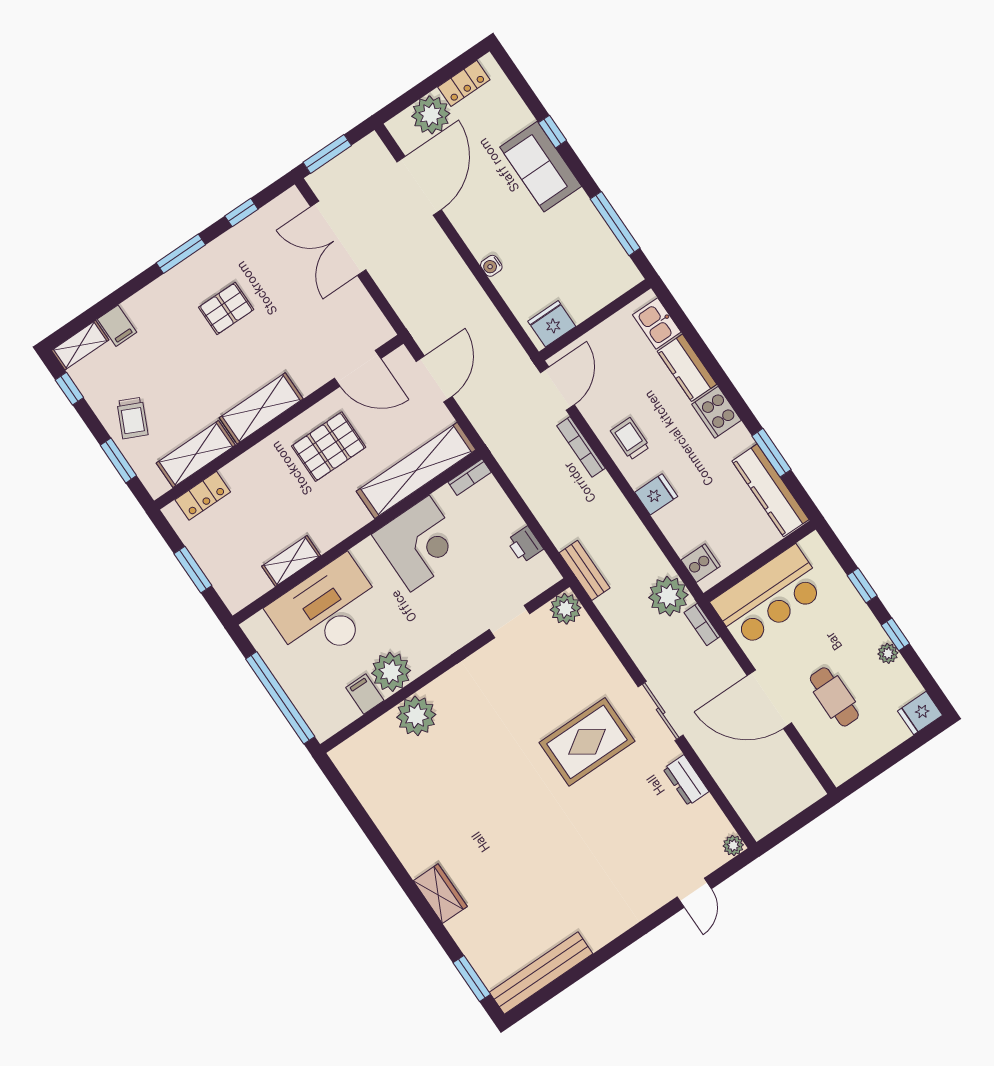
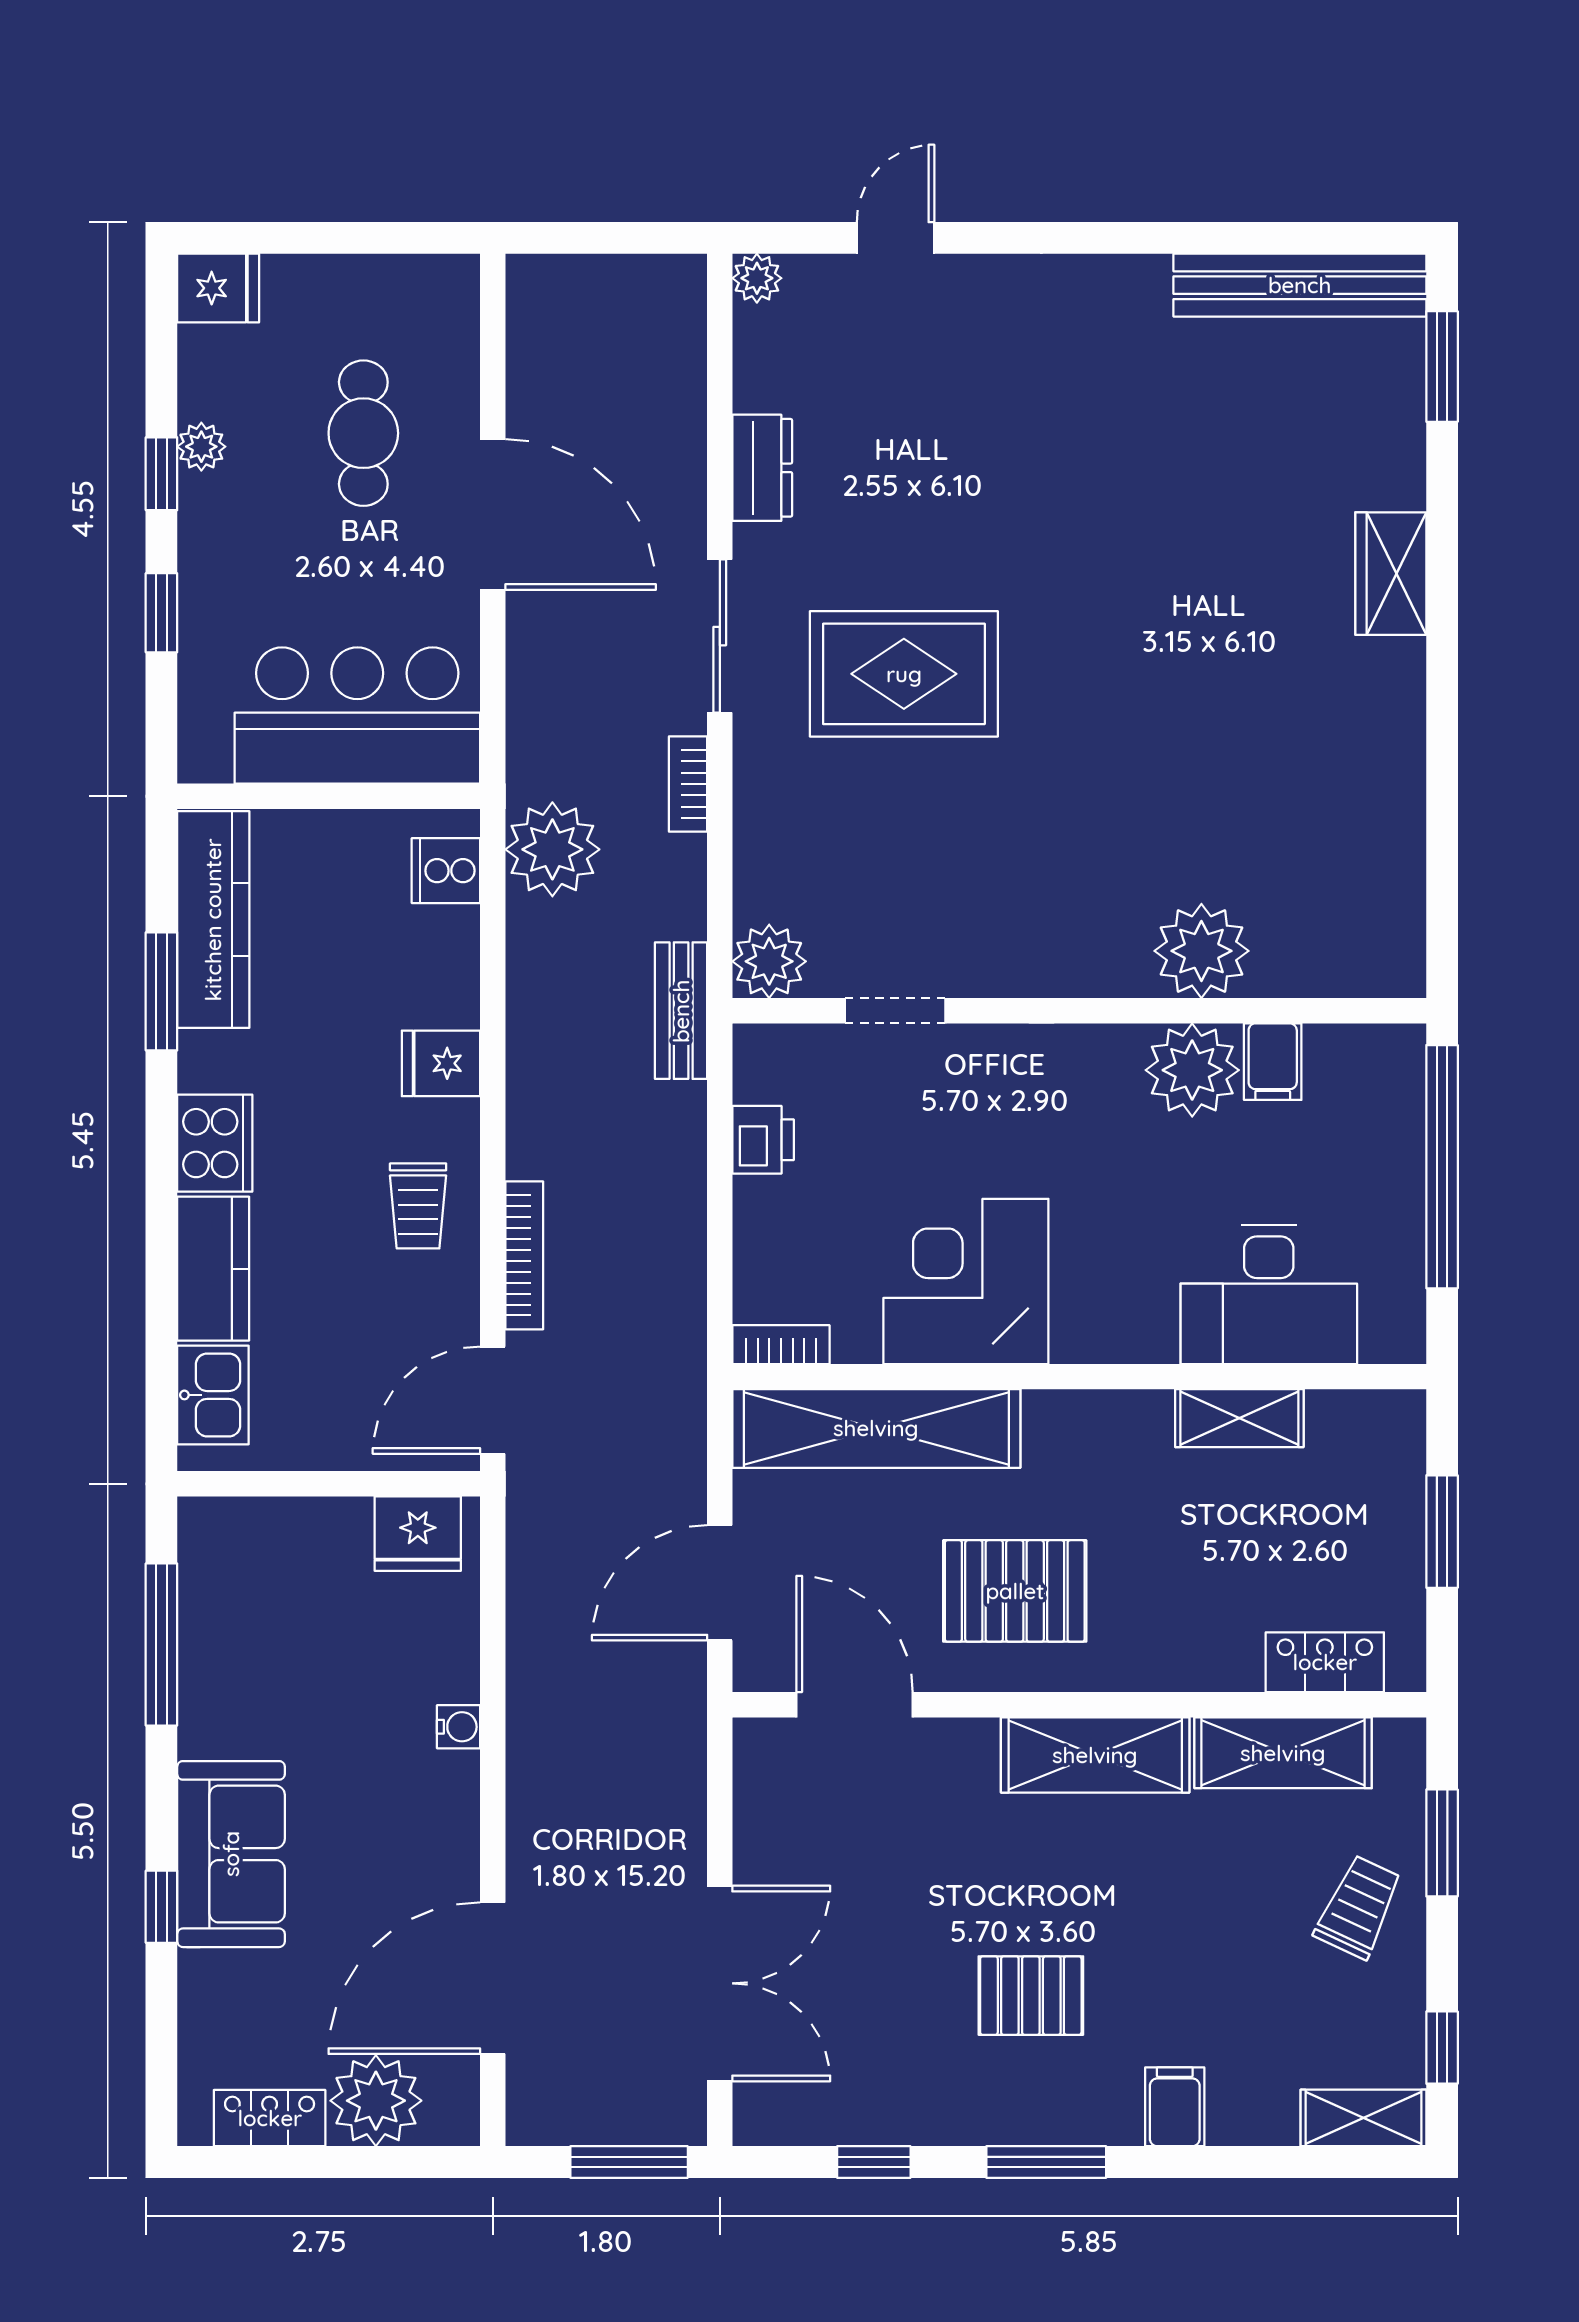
filing cabinet: (117, 326) -> (1175, 2107), moved
desk: (327, 611) -> (1269, 1295), width x0.73, depth x0.77
bookcase: (702, 624) -> (688, 784), moved, turned 180

